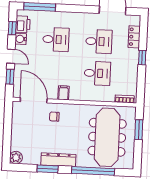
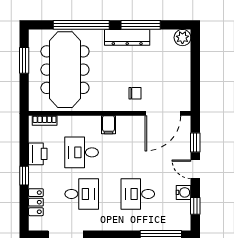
printer: (23, 24) -> (38, 154), moved, turned 180
desk: (99, 41) -> (82, 194), turned 180
filing cabinet: (64, 93) -> (108, 125), moved
door: (34, 100) -> (163, 113), hinge flipped
window: (139, 130) -> (24, 60), moved
window: (48, 169) -> (141, 25), width x1.44

